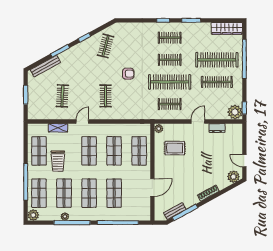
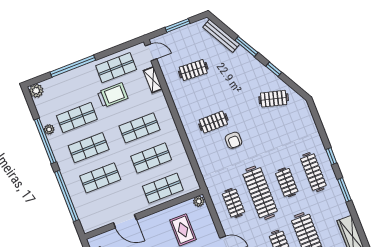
clothes rail: (170, 38) -> (313, 172), width x1.36
armchair: (128, 74) -> (233, 140), moved
door: (82, 121) -> (151, 52), moved
trolley: (58, 161) -> (113, 95), turned 180
shop shelf: (39, 193) -> (65, 87), removed

